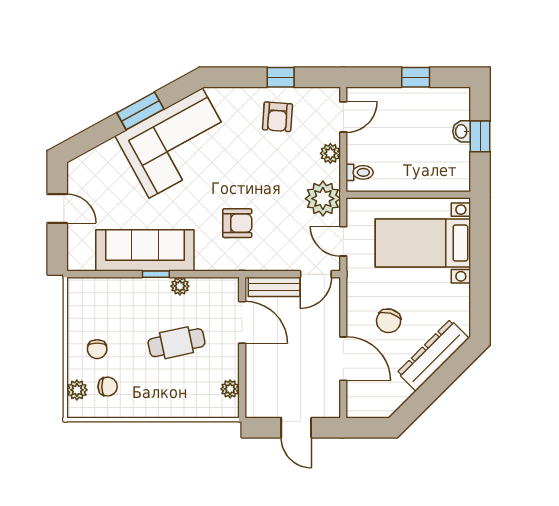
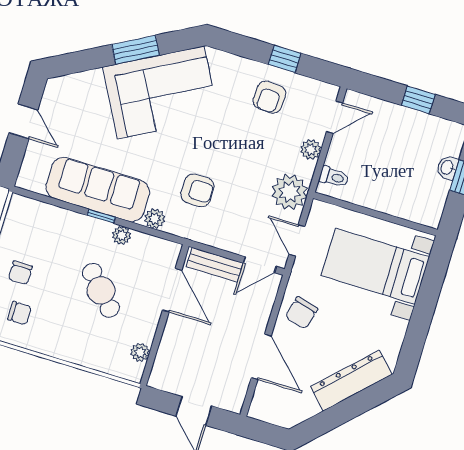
plant: (206, 261) -> (155, 219), added
chair: (389, 321) -> (302, 313), moved
cafe table: (176, 343) -> (101, 290), turned 59

